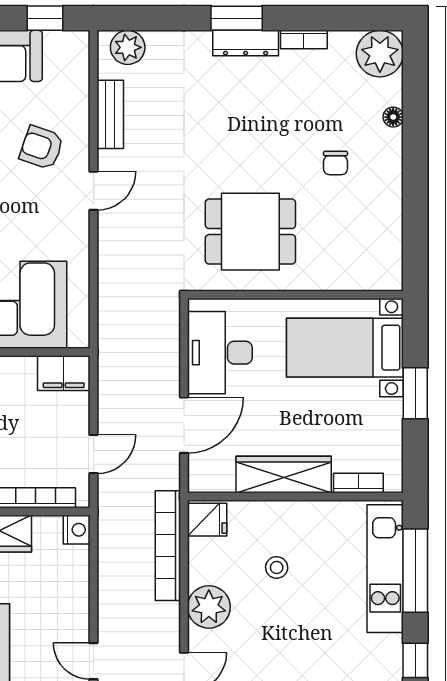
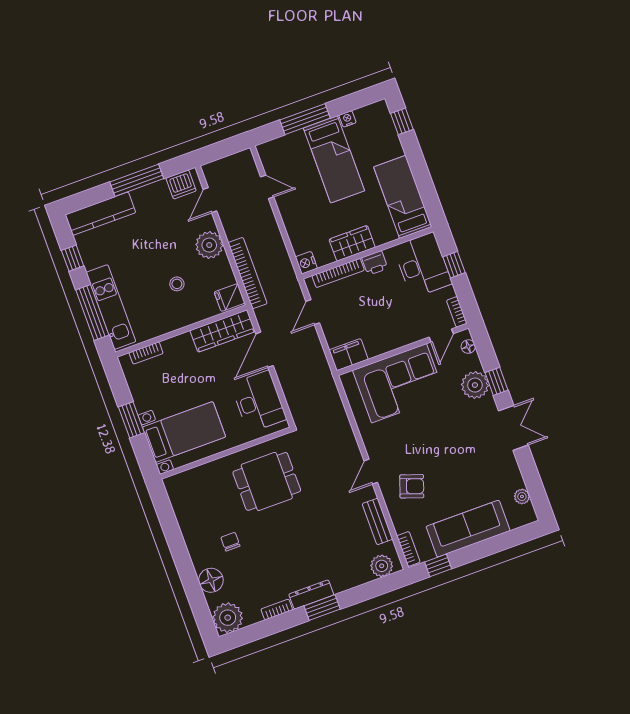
bookcase: (80, 58) -> (408, 549), added
floor lamp: (393, 117) -> (211, 580), width x1.89, depth x1.89
wardrobe: (284, 475) -> (223, 331), moved

